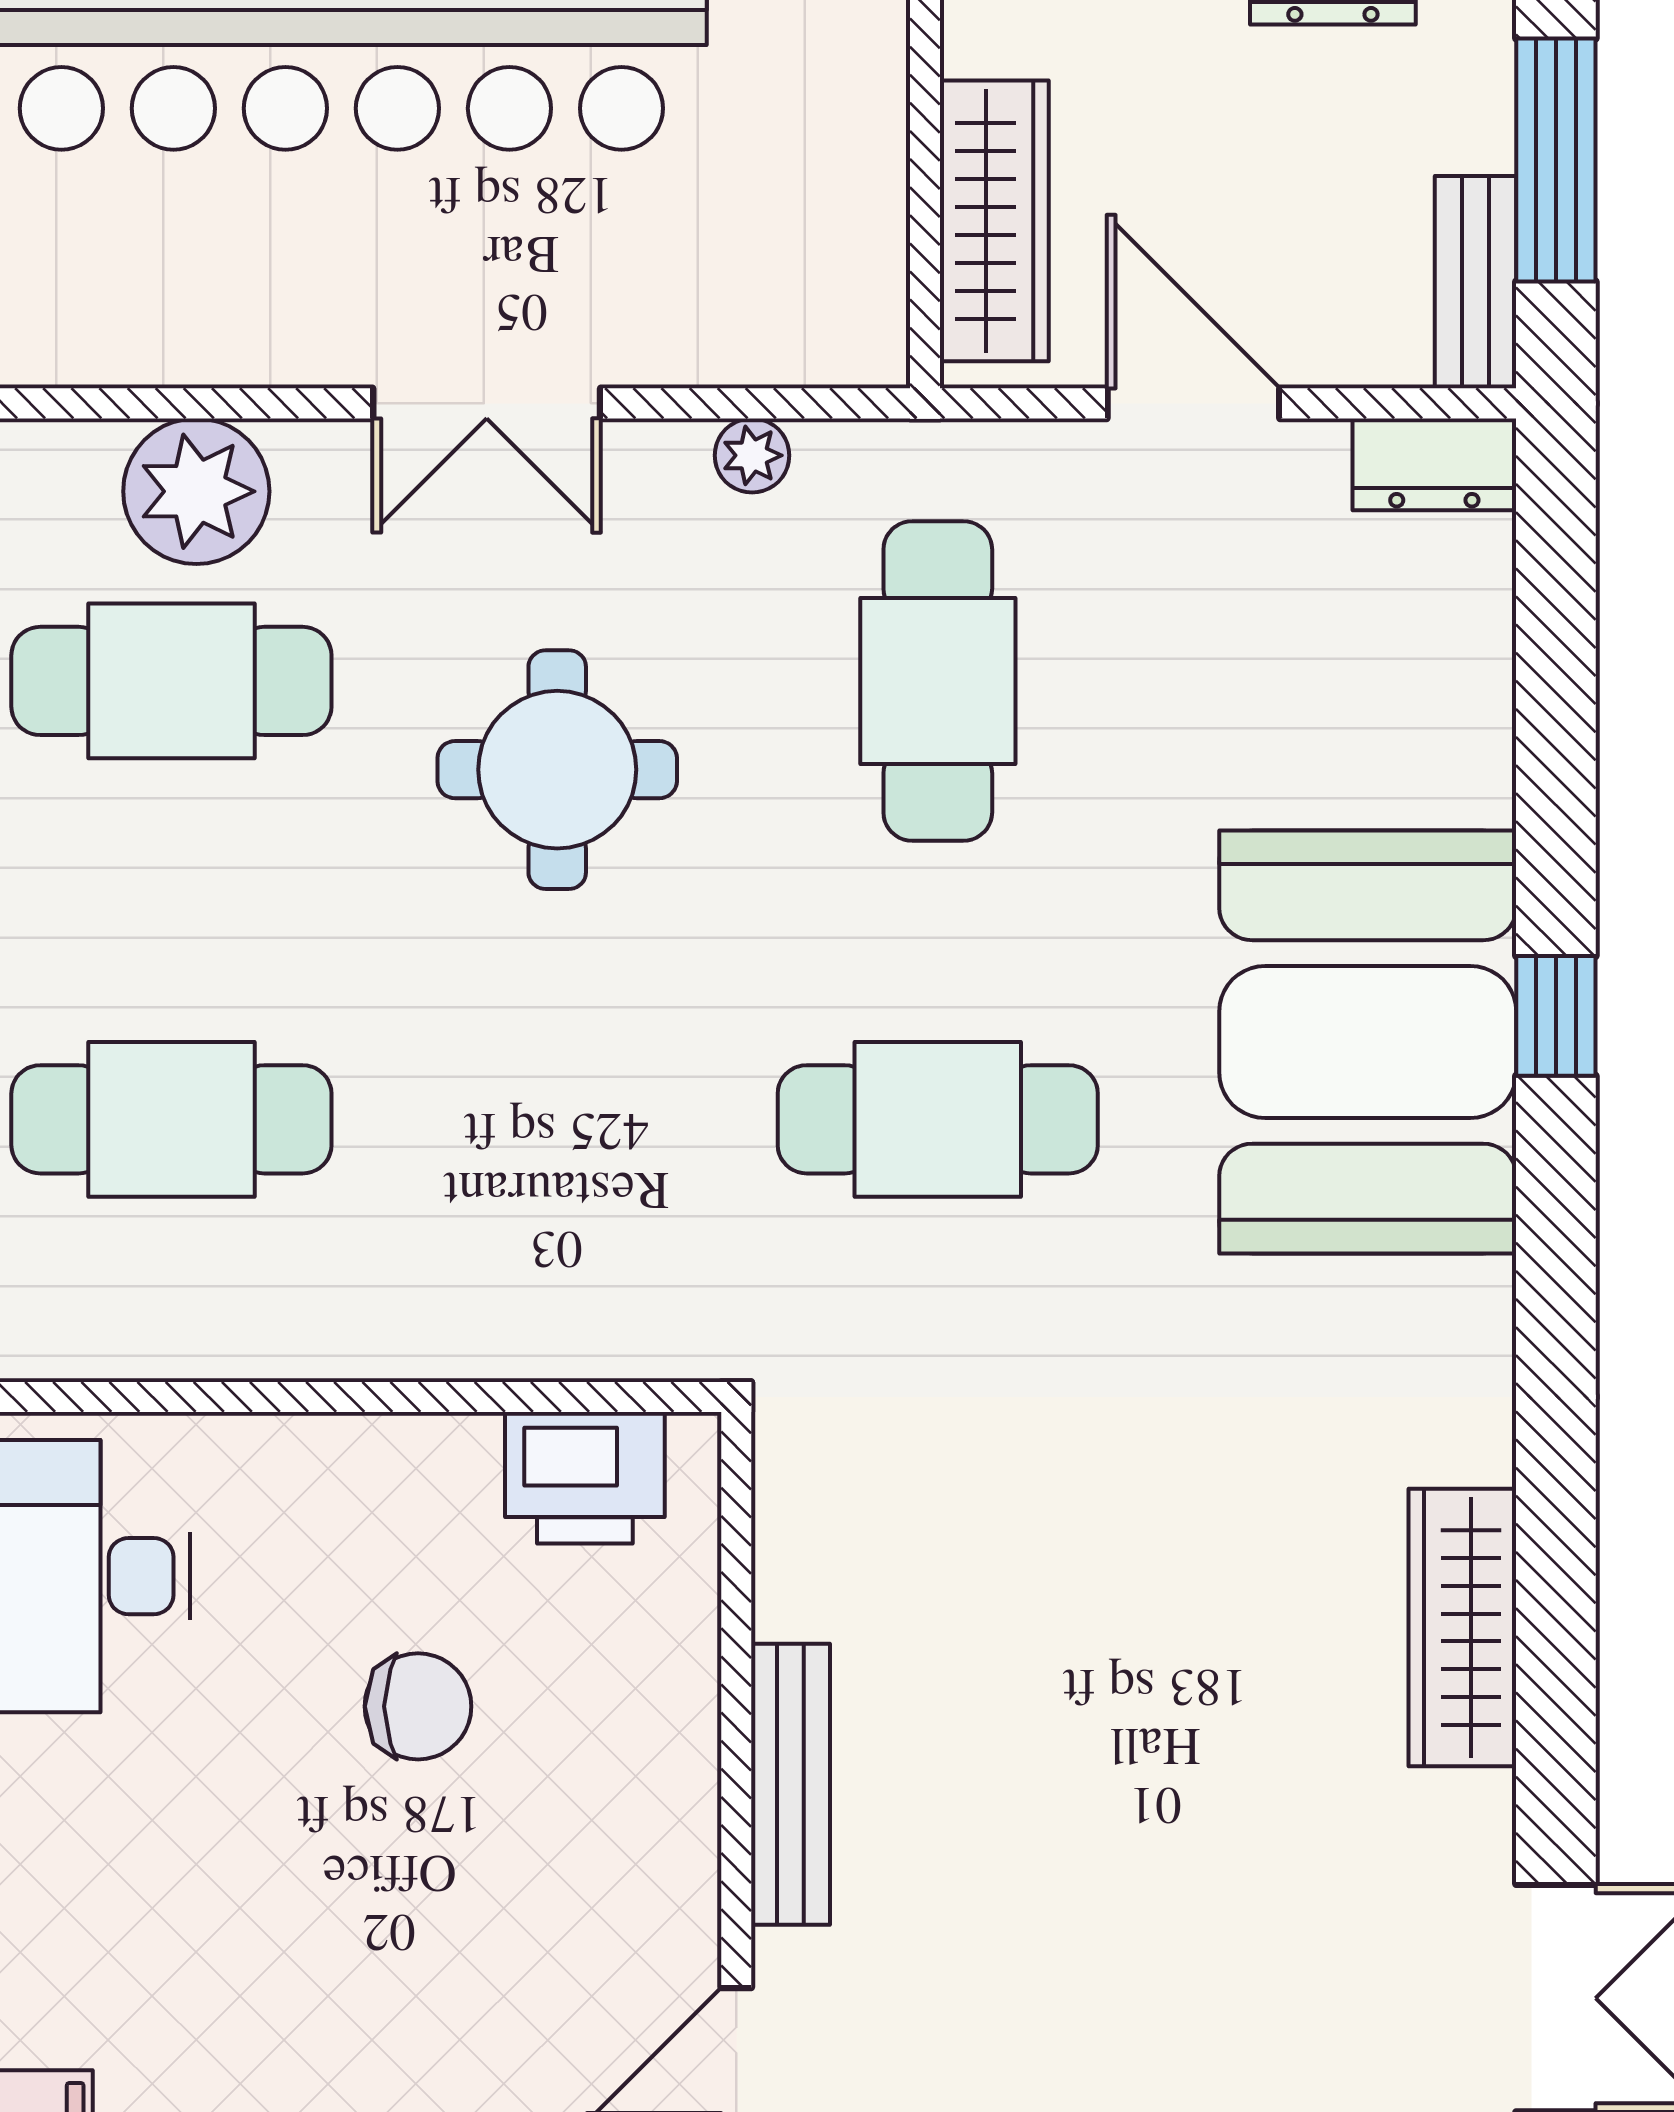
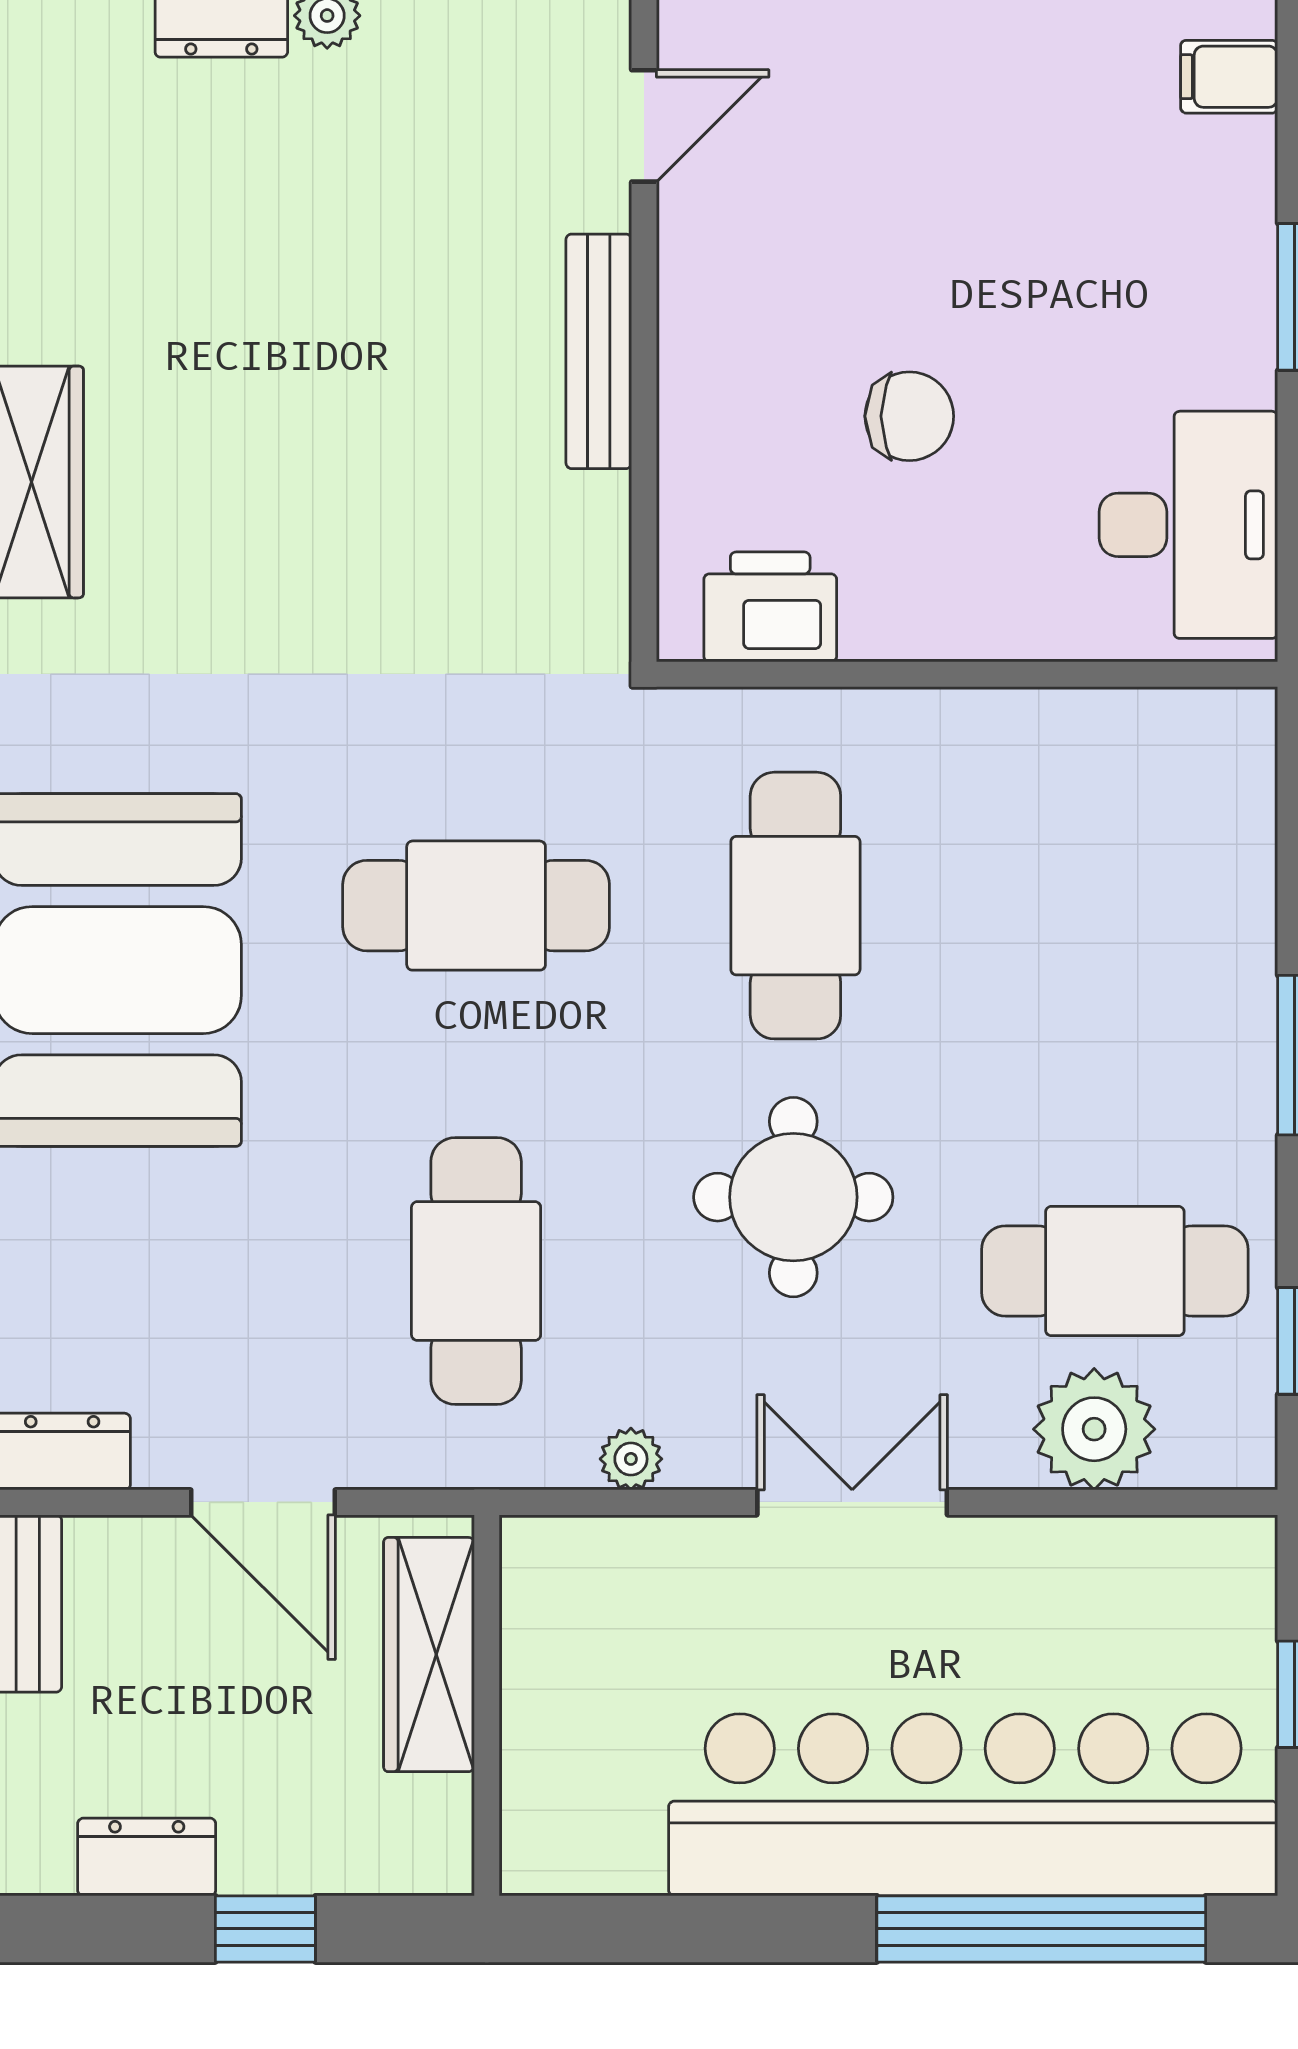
cafe table: (171, 1119) -> (795, 906), moved, turned 90
chair: (418, 1706) -> (909, 416), turned 180

